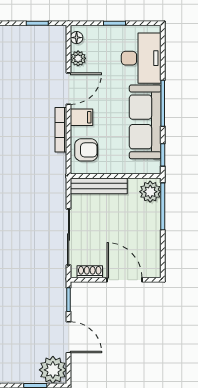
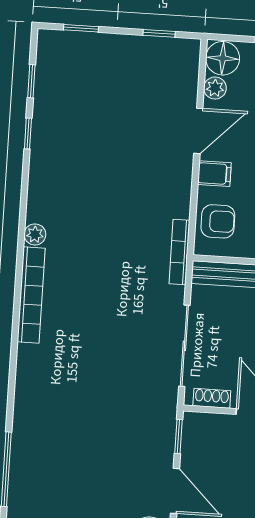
floor lamp: (77, 38) -> (223, 58), width x1.89, depth x1.89
bookcase: (61, 130) -> (179, 252), moved

